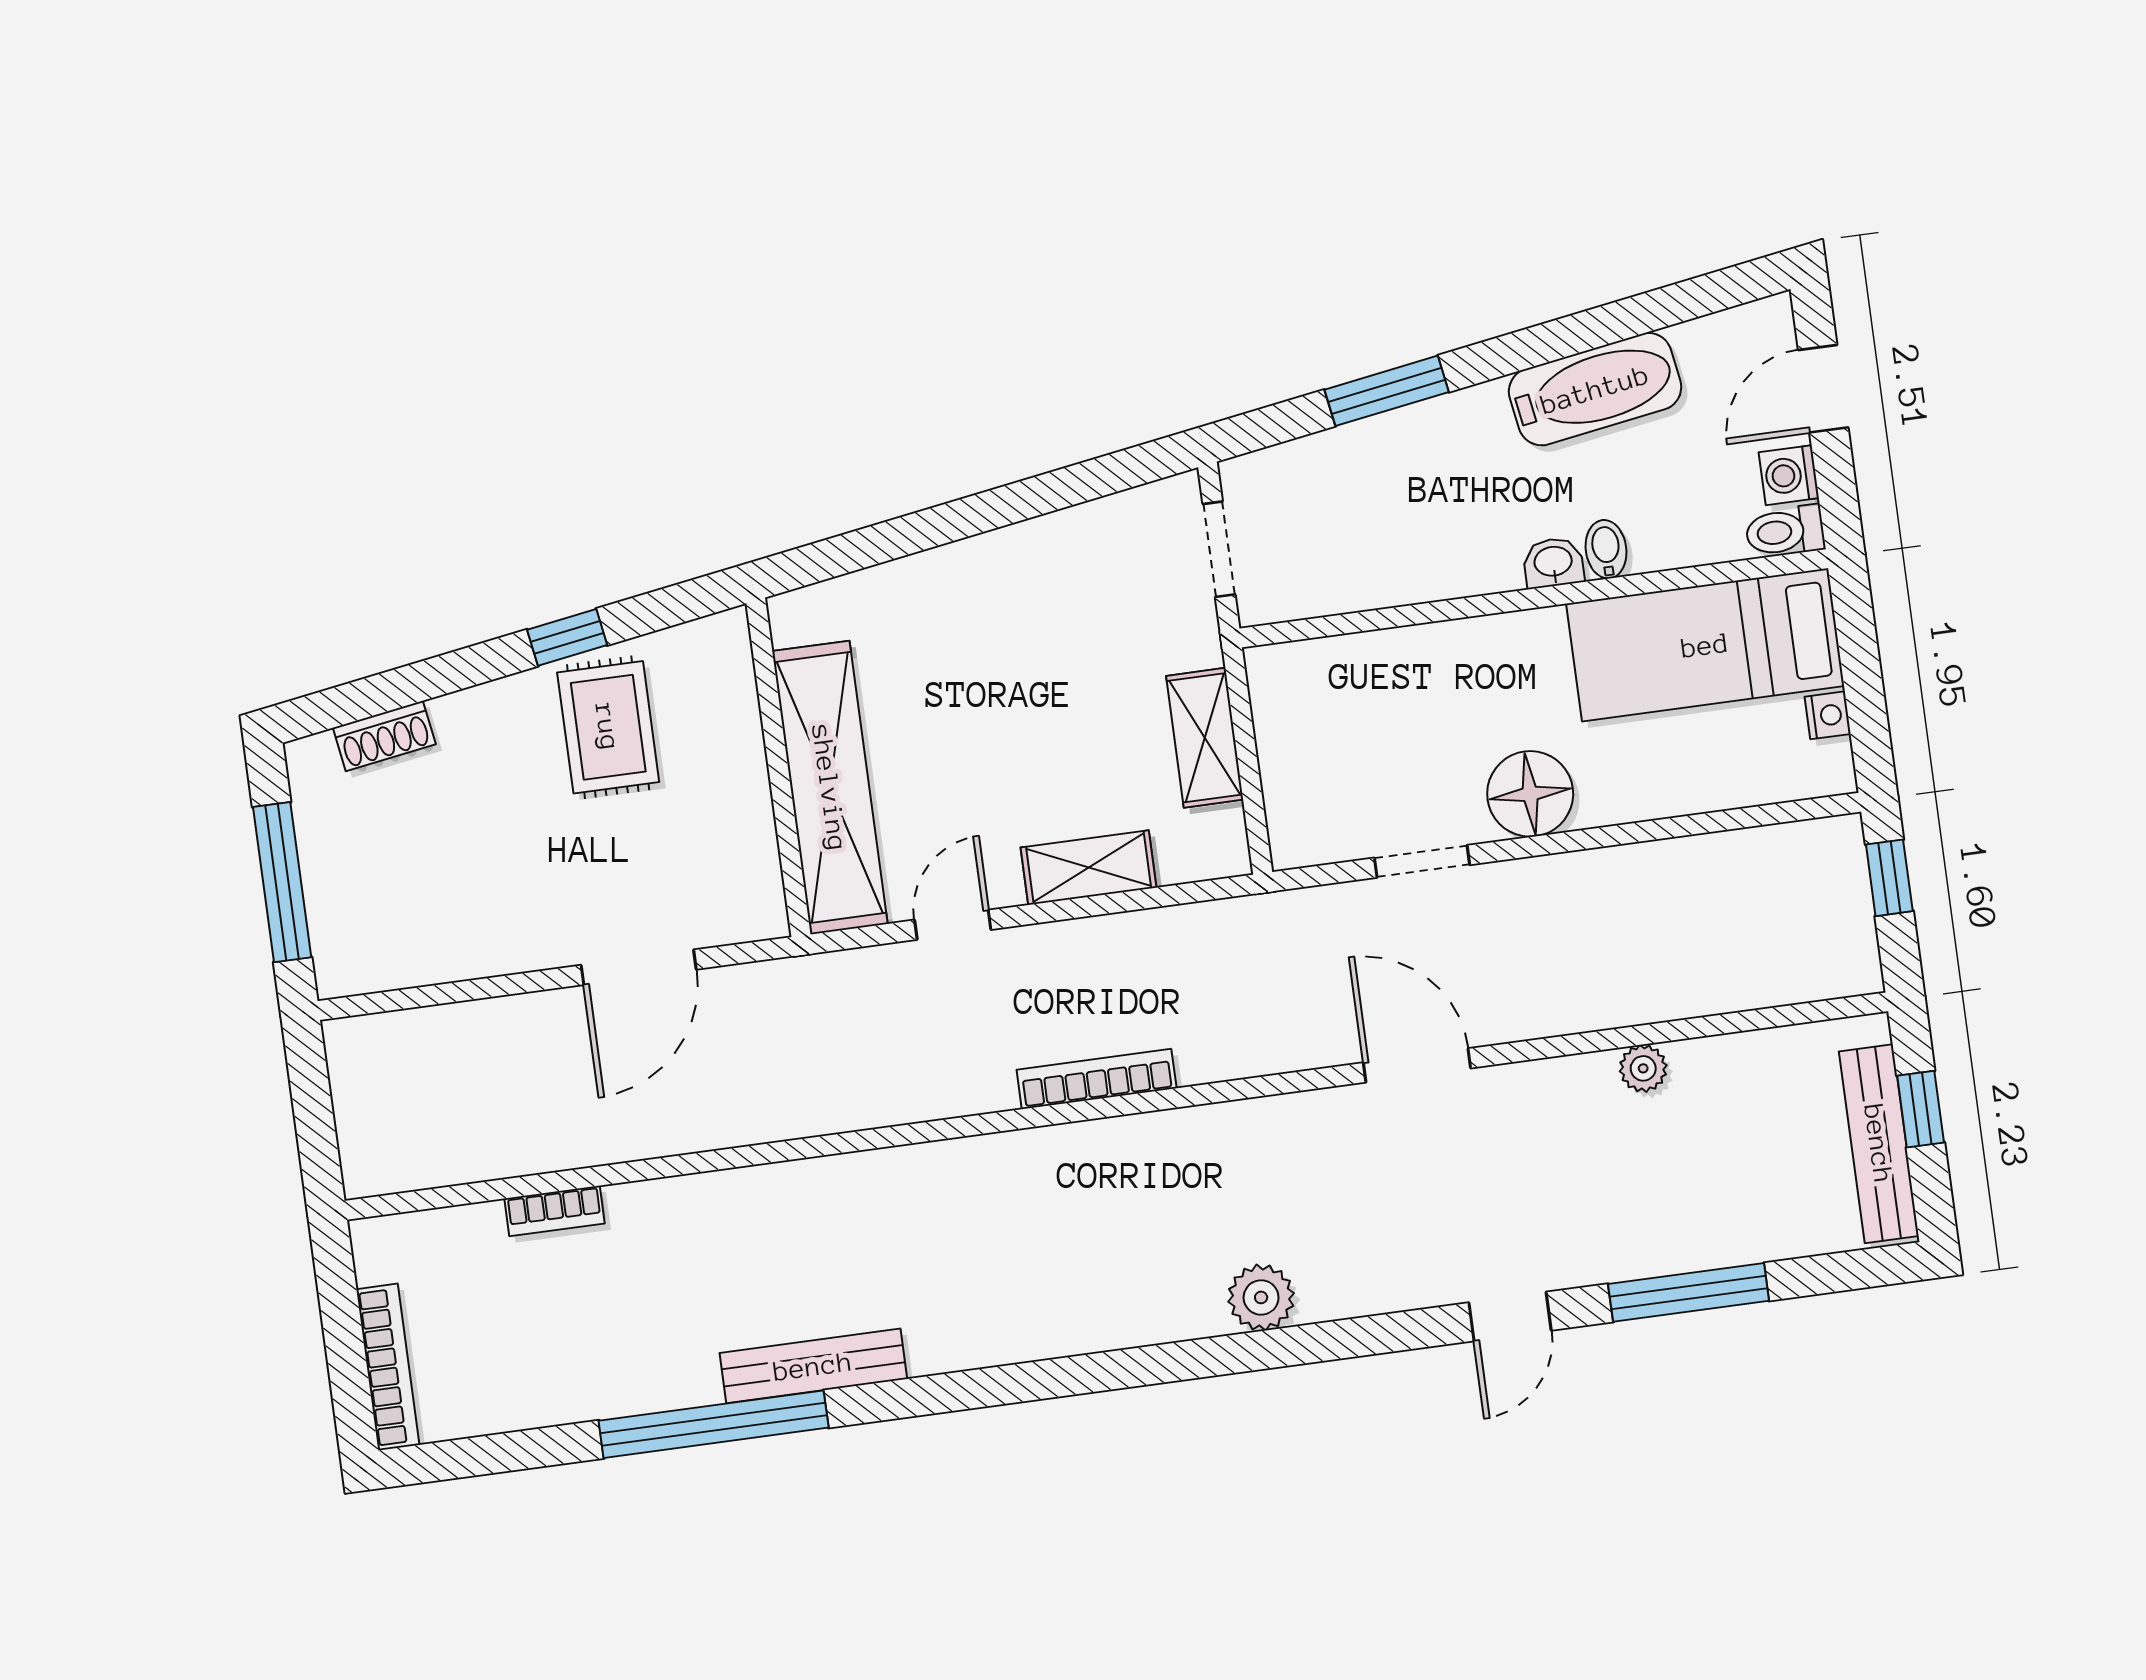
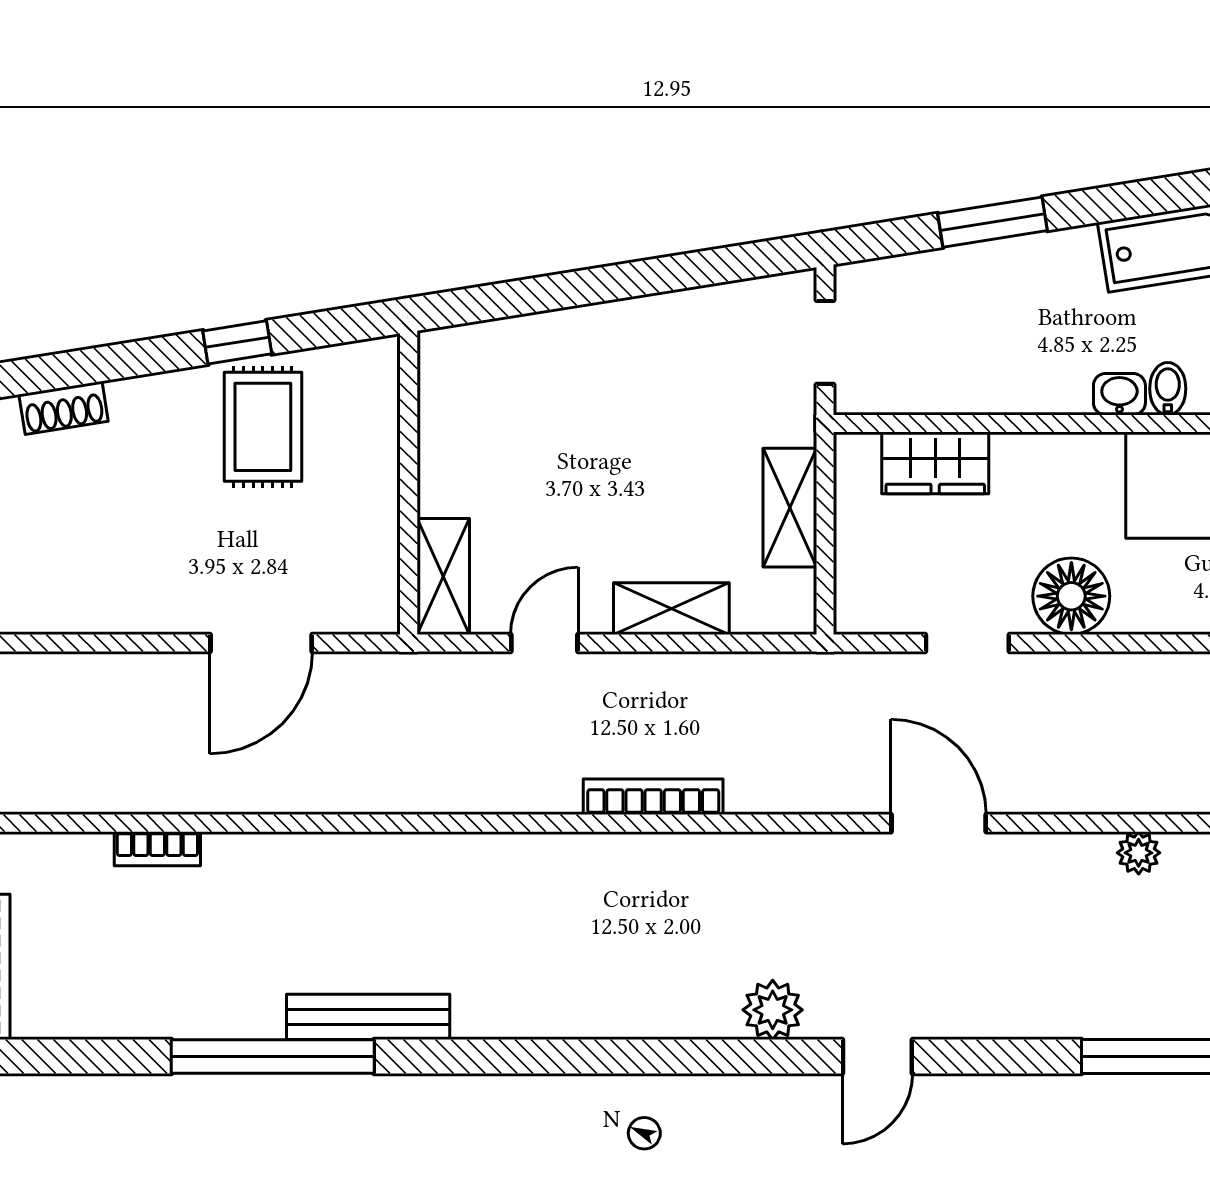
wardrobe: (1359, 666) -> (935, 463), added
shelving: (830, 788) -> (443, 576), width x0.45, depth x0.75
door: (1510, 1317) -> (877, 1057), moved

